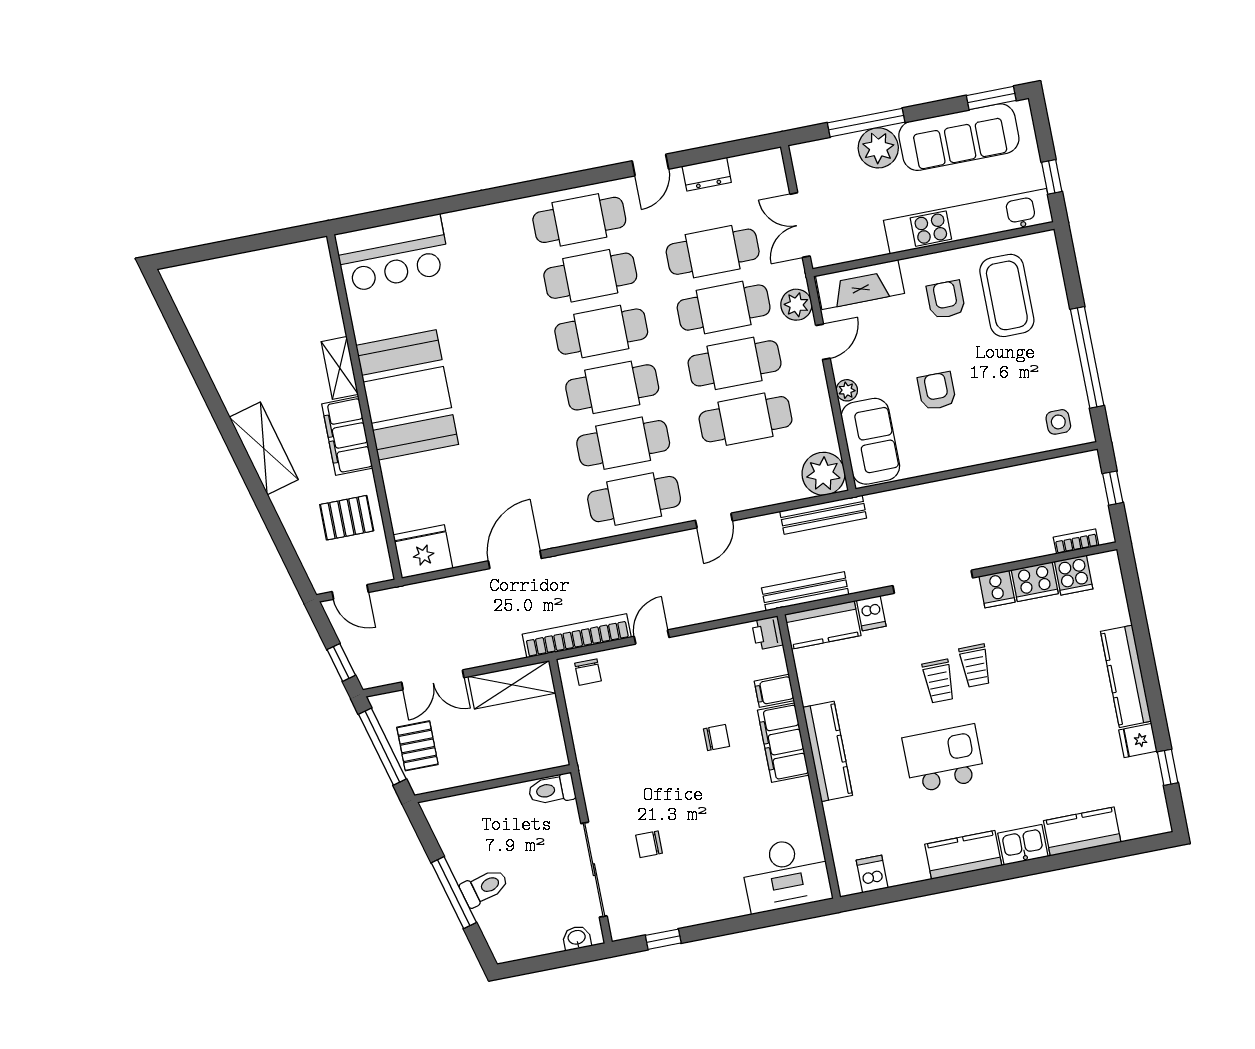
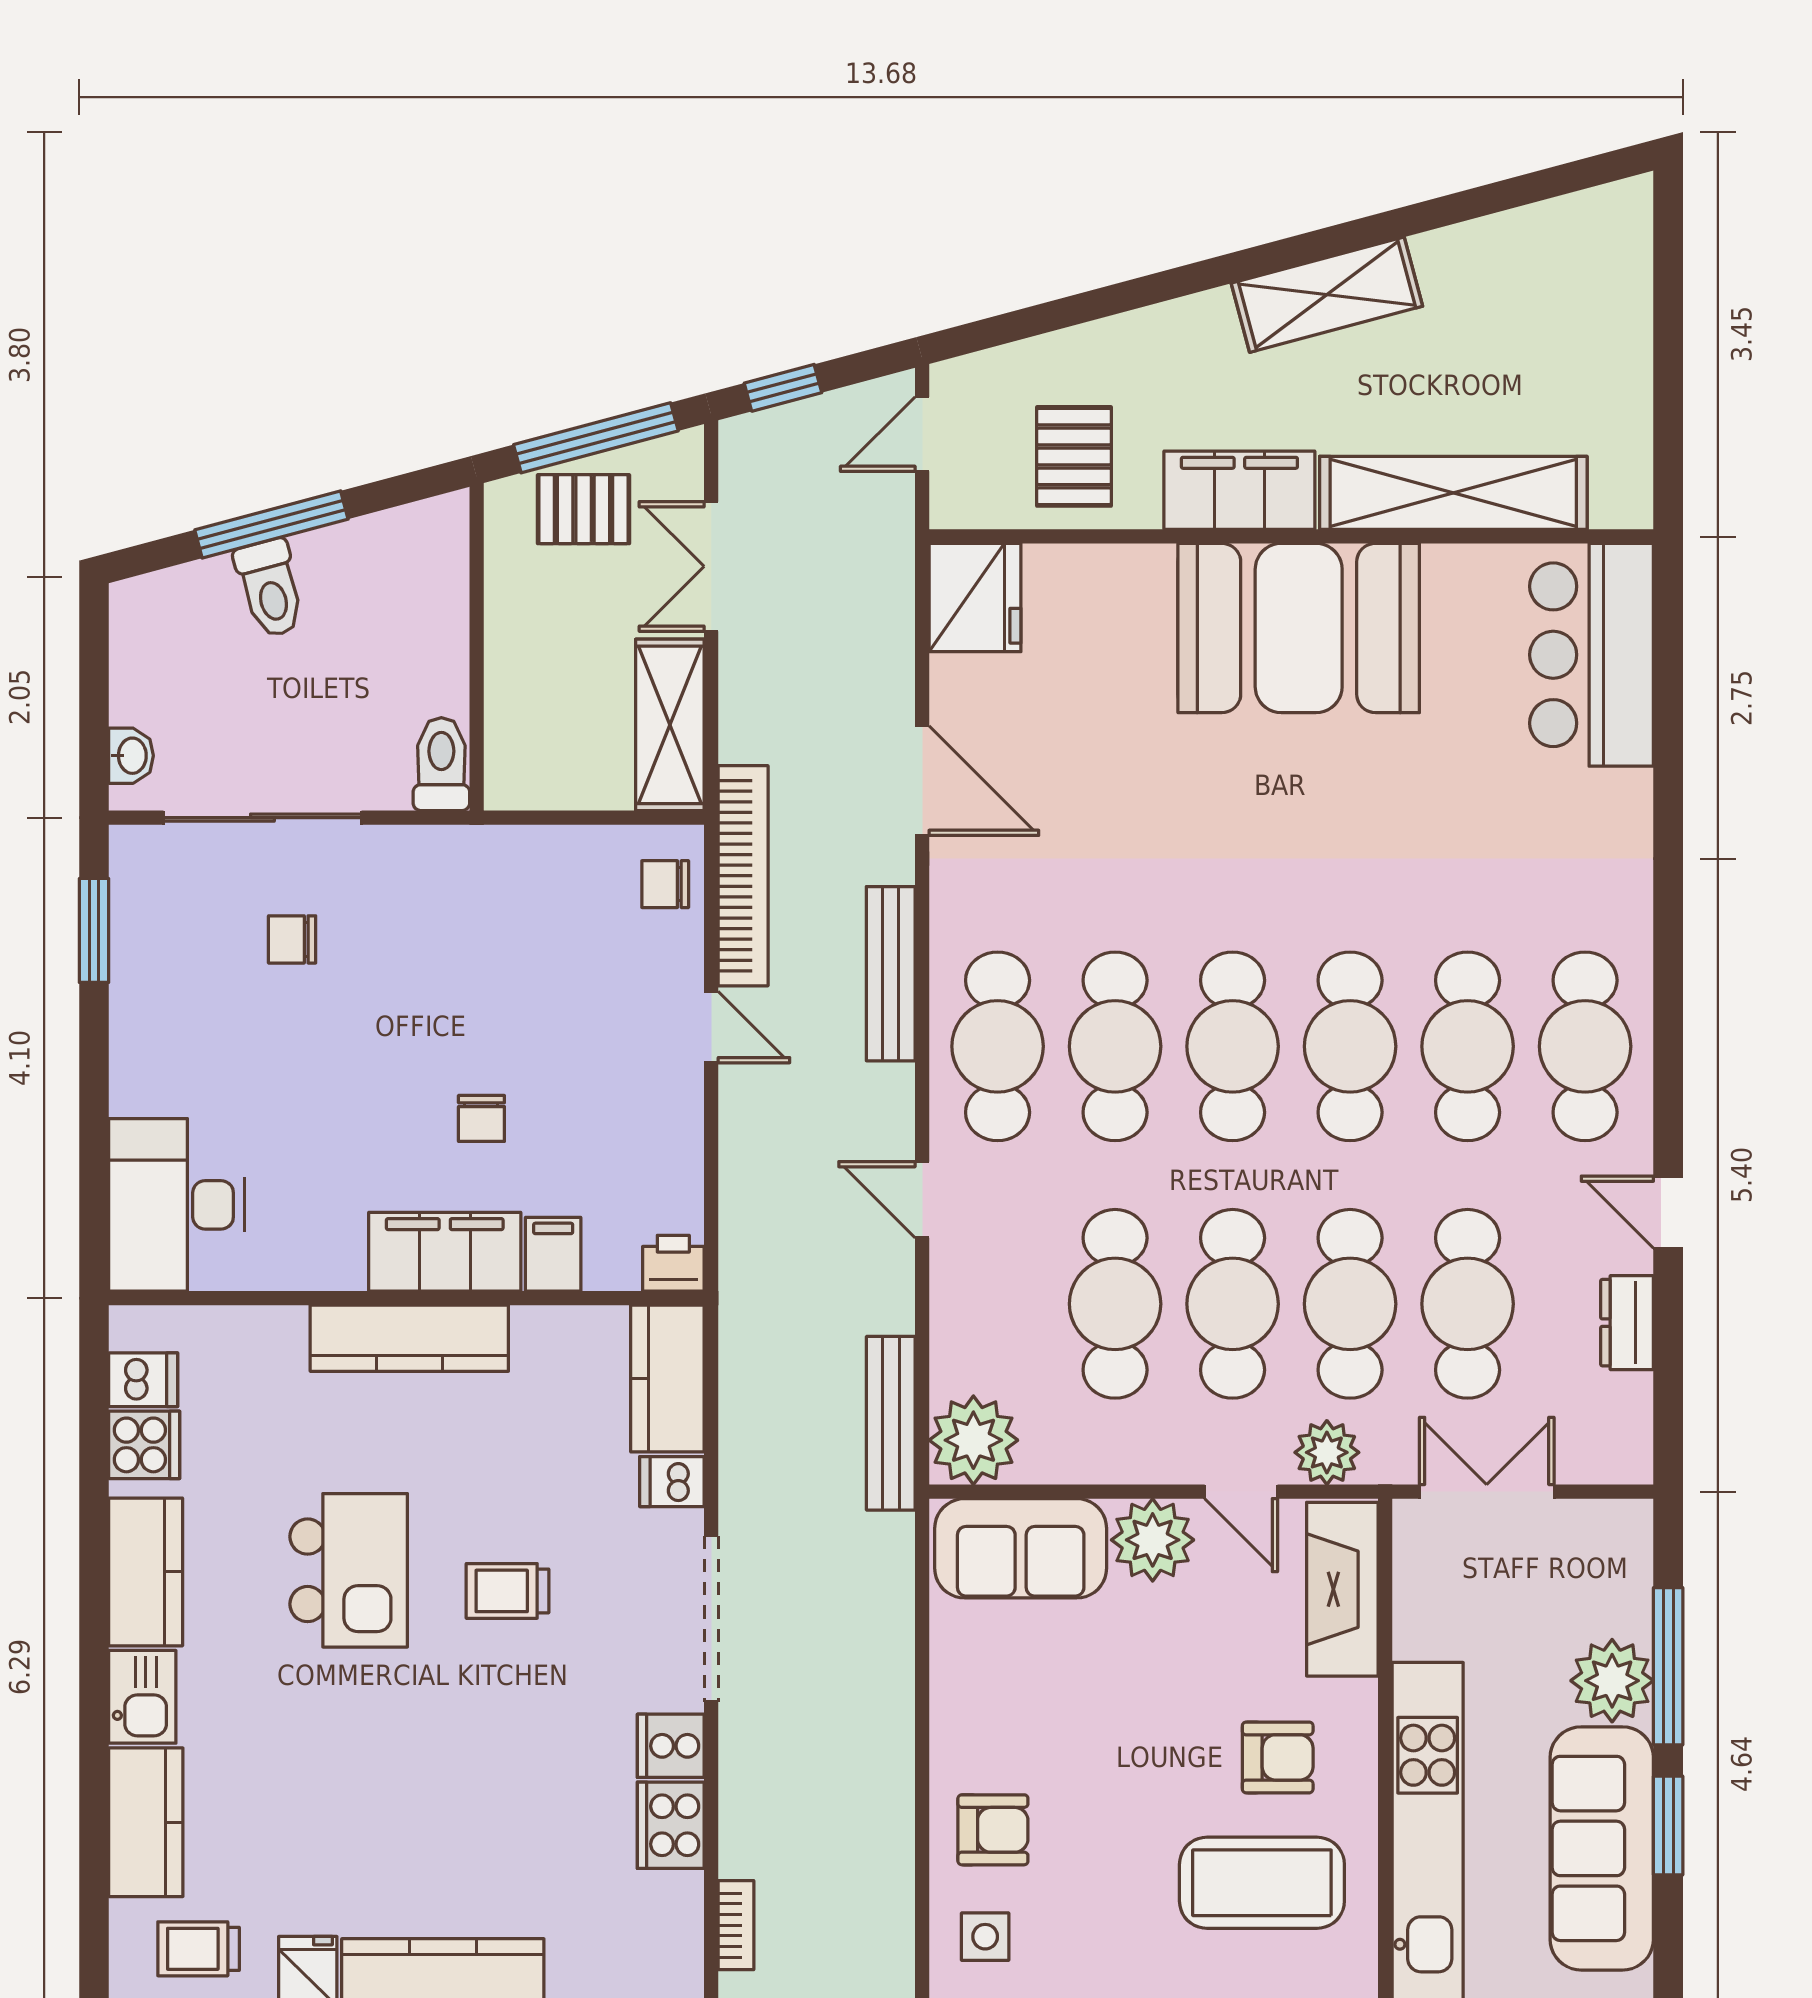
window: (991, 98) -> (1668, 1826), moved
shelving: (340, 368) -> (1453, 493), width x2.20, depth x1.33
plant: (847, 390) -> (1153, 1540), width x1.87, depth x1.87
armchair: (937, 391) -> (993, 1830), moved
shelving: (264, 448) -> (1327, 295), moved
cooker: (1074, 575) -> (144, 1445), moved, turned 180
bench: (805, 591) -> (891, 974), moved
trolley: (975, 666) -> (199, 1949), moved
chair: (649, 844) -> (292, 939), turned -90
window: (663, 939) -> (94, 930), width x1.50

